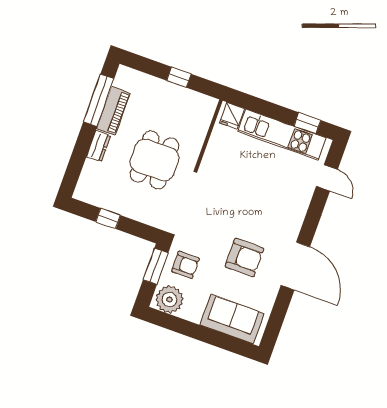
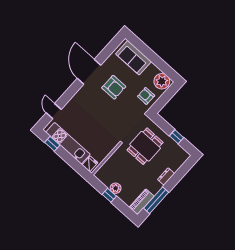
plant: (173, 93) -> (116, 188), added
piano: (113, 111) -> (142, 202), moved
dining table: (155, 160) -> (145, 146), moved
armchair: (244, 257) -> (114, 87), turned 180
window: (156, 266) -> (162, 102), removed

